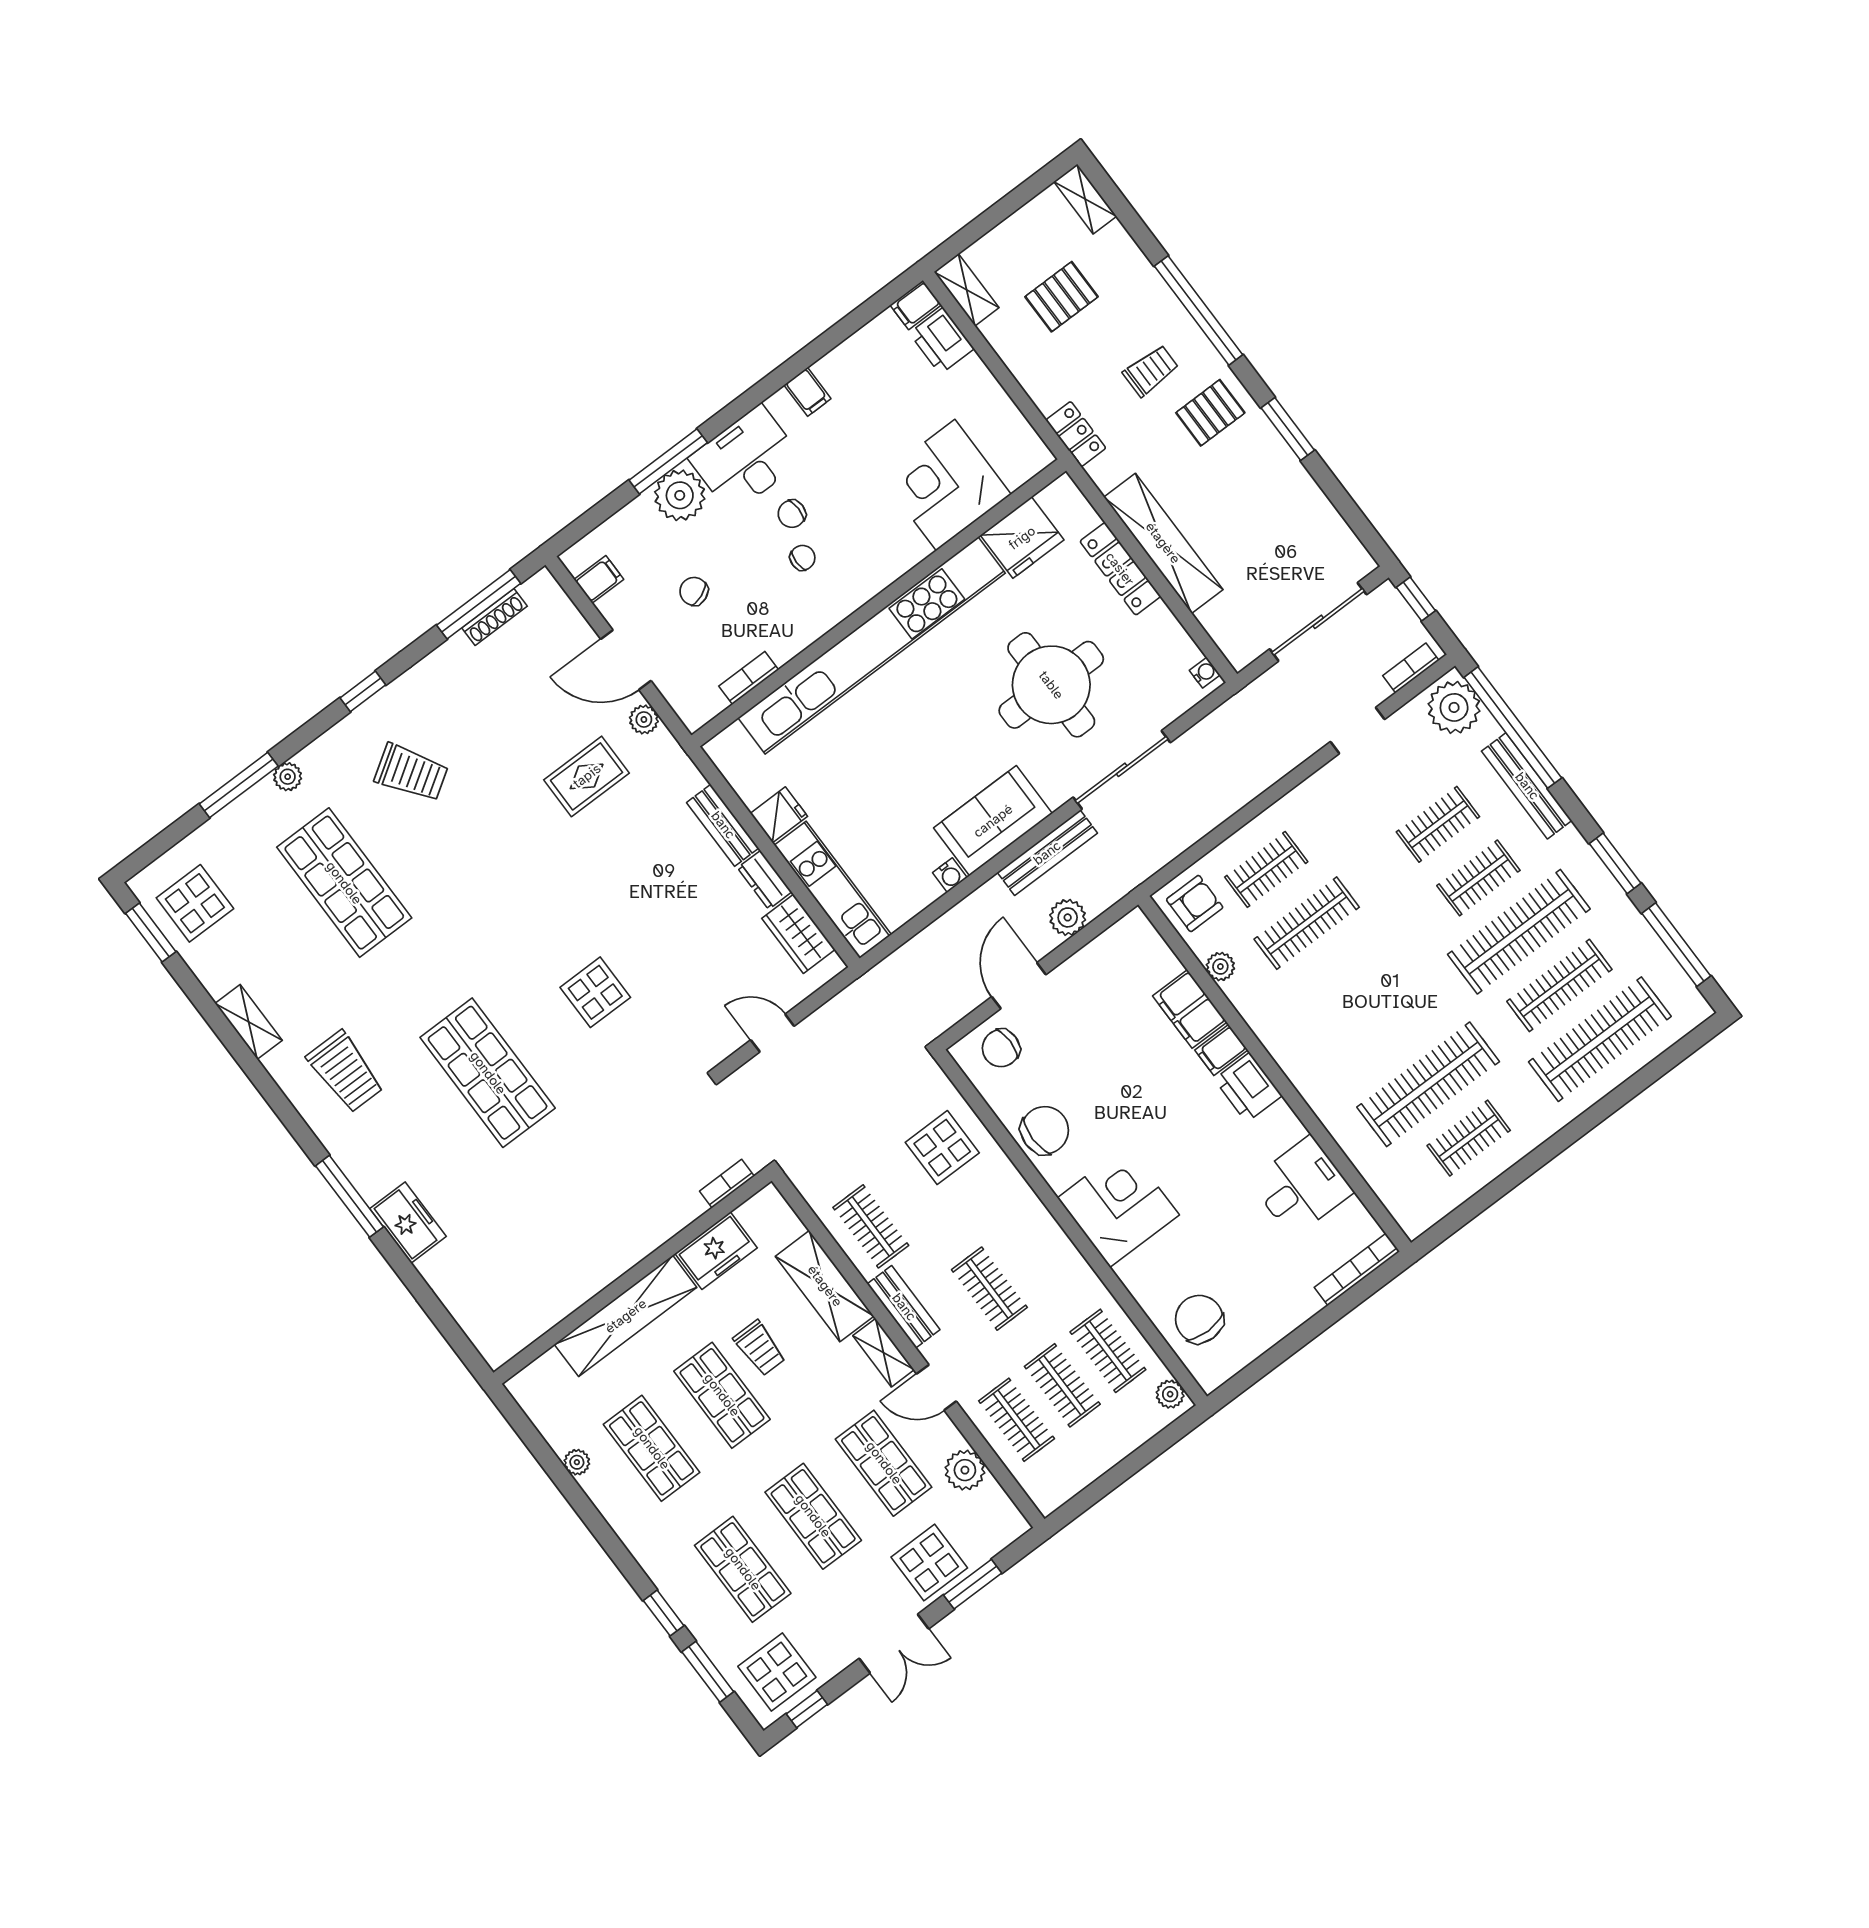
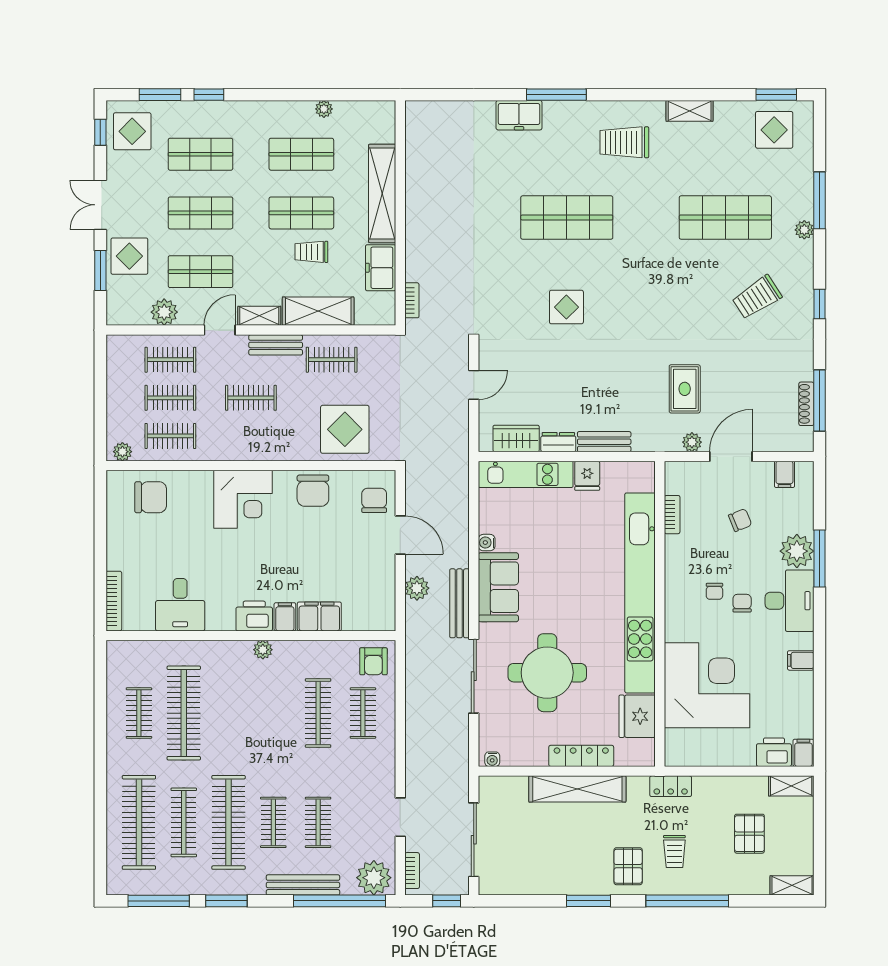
corner desk: (946, 485) -> (707, 685), width x1.36, depth x1.36
plant: (1220, 967) -> (263, 650), moved
display table: (942, 1148) -> (345, 429), width x1.36, depth x1.36

